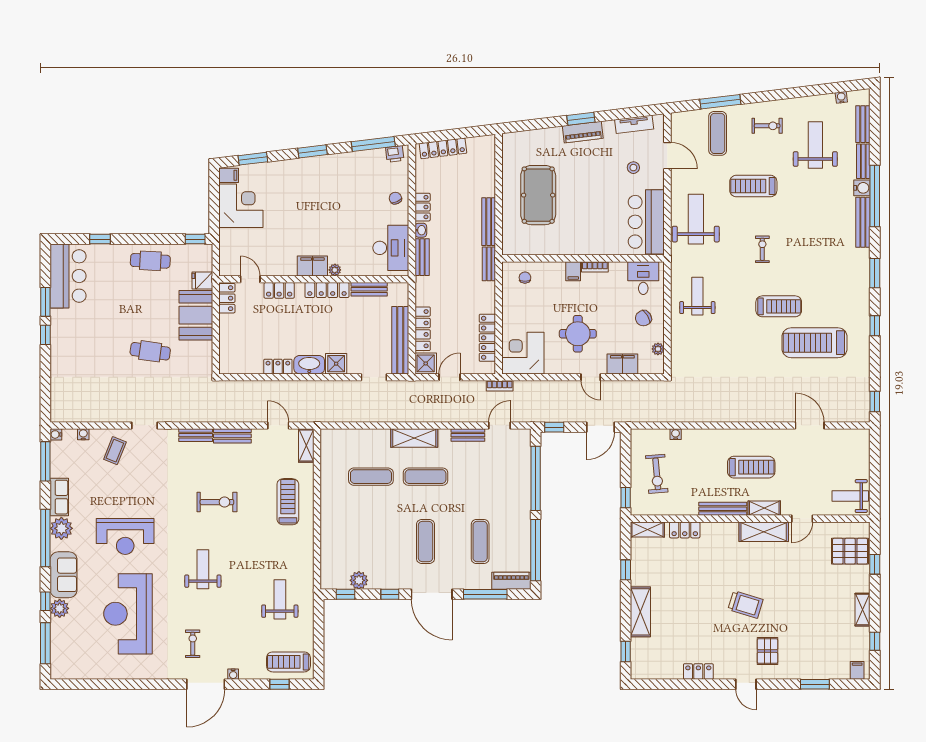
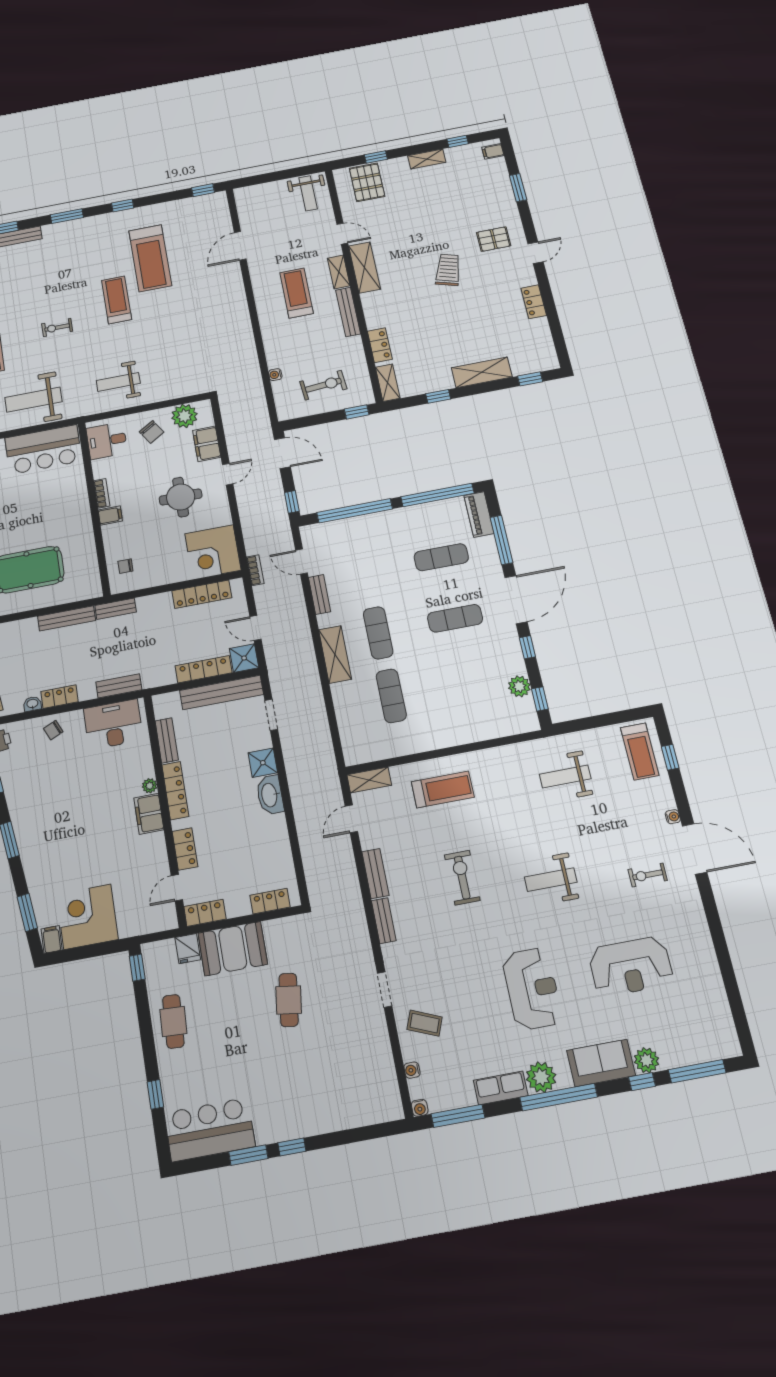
washbasin: (421, 230) -> (32, 704), moved
plant: (658, 349) -> (184, 416), width x1.87, depth x1.87
locker: (278, 367) -> (270, 901), moved, turned 90
treadmill: (288, 502) -> (443, 789), turned 180
reception desk: (128, 614) -> (631, 966), width x0.74, depth x0.77

